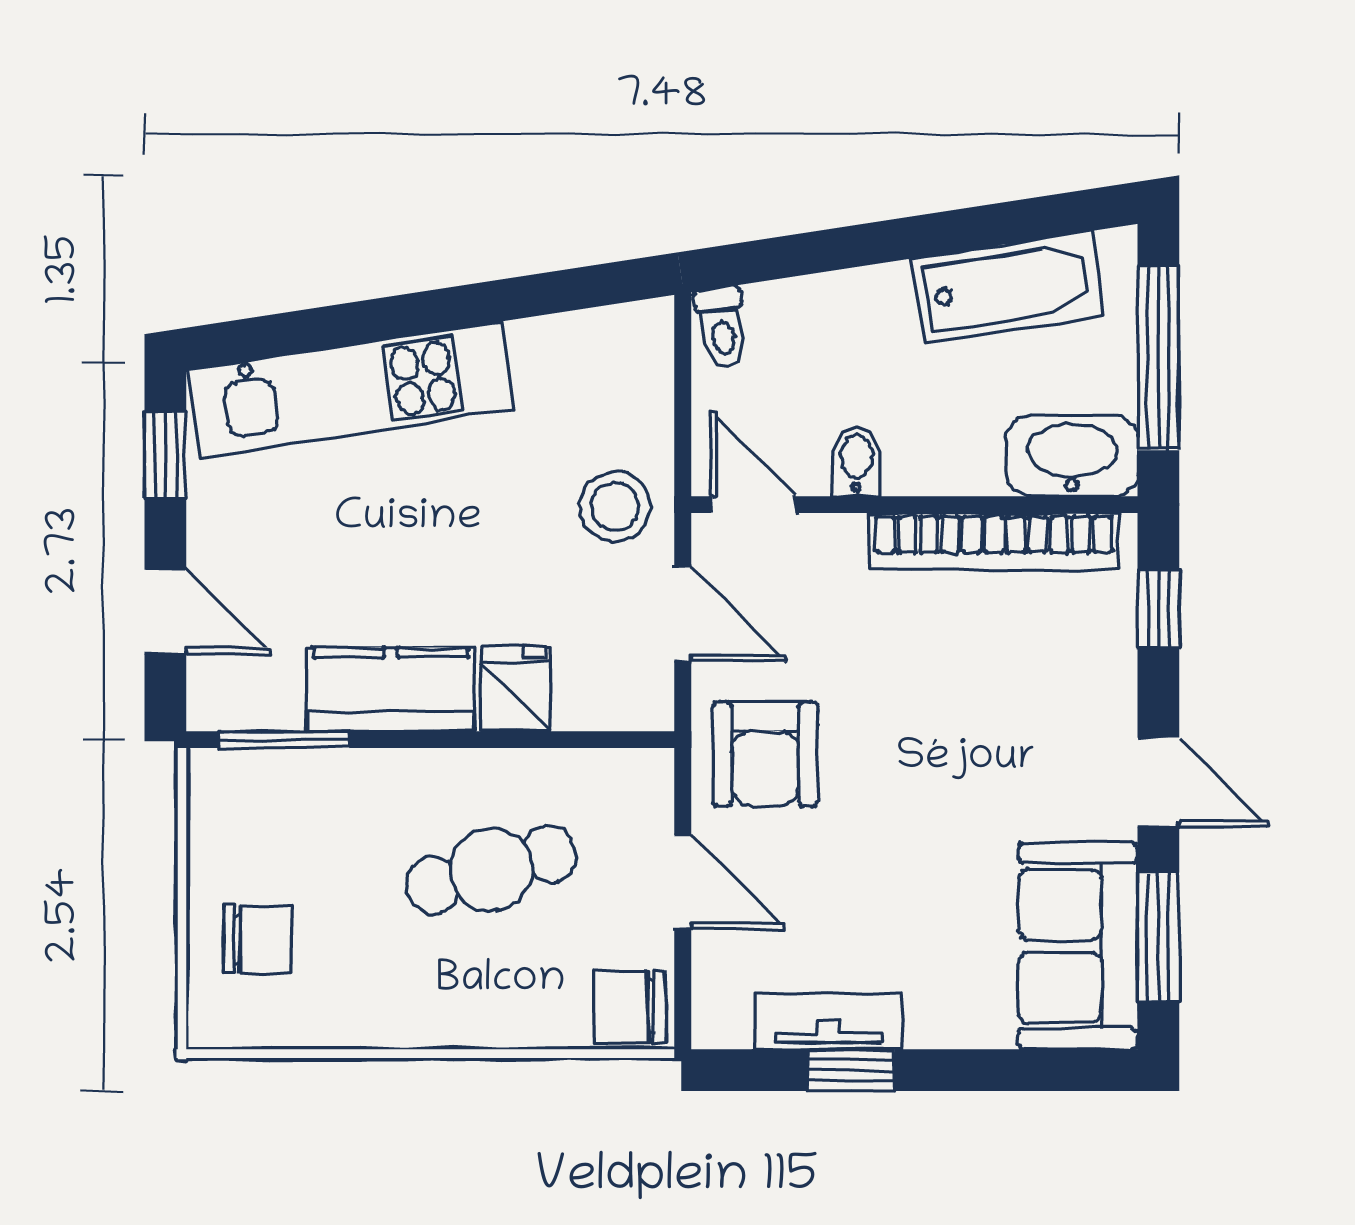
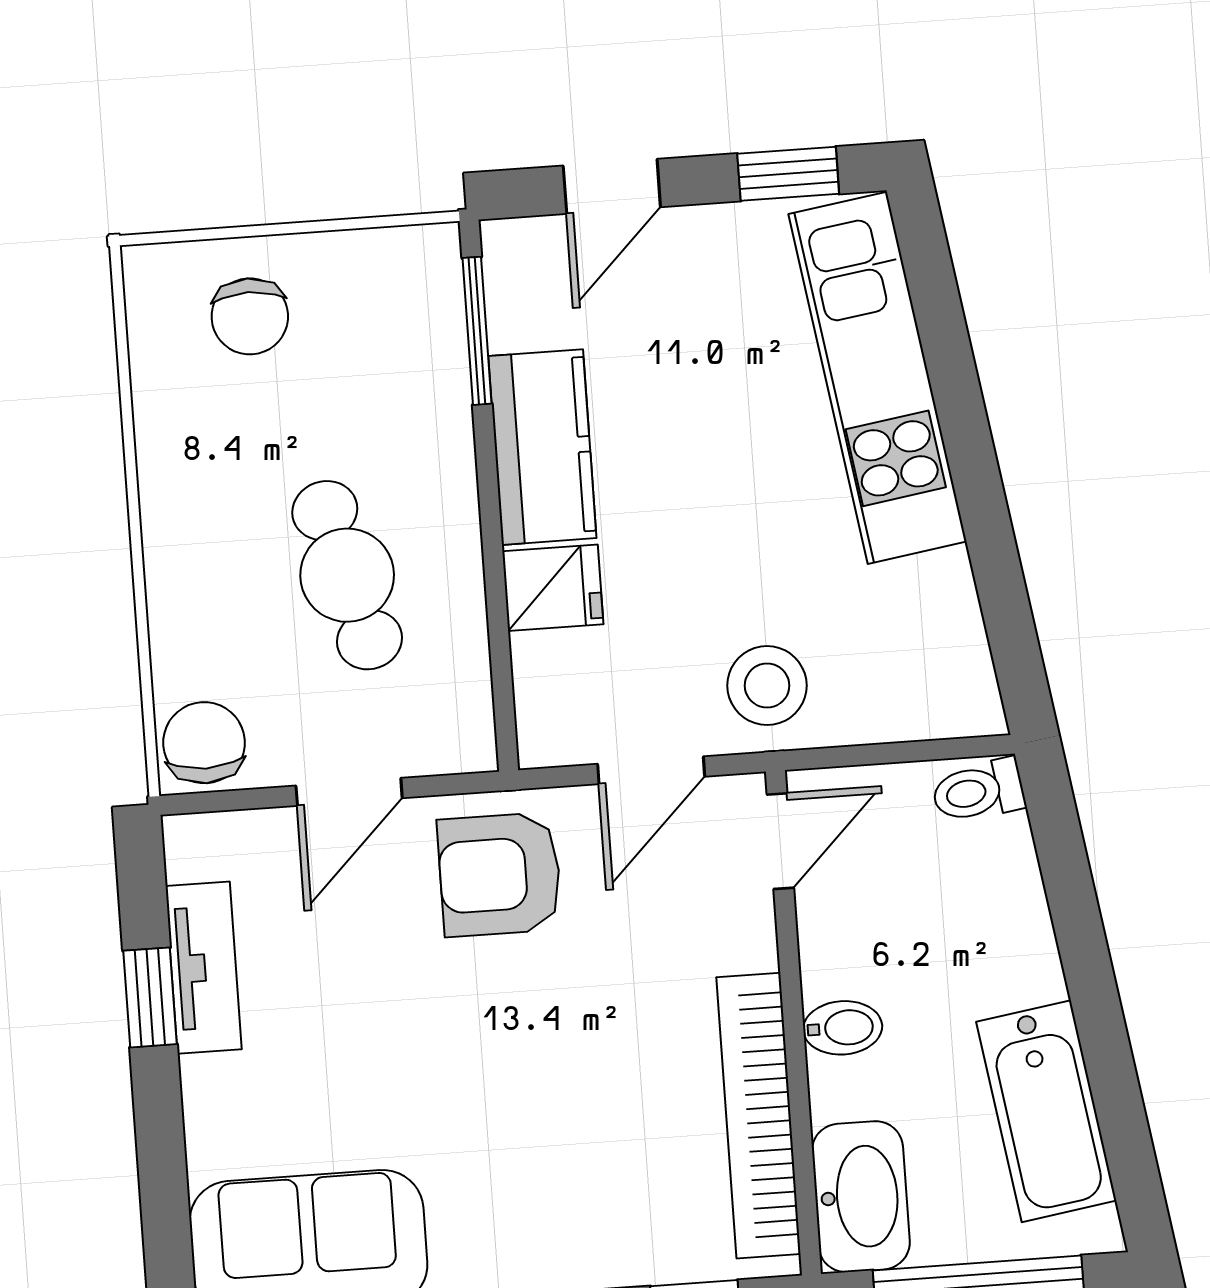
bidet: (856, 461) -> (843, 1028), moved

